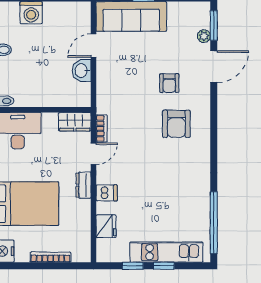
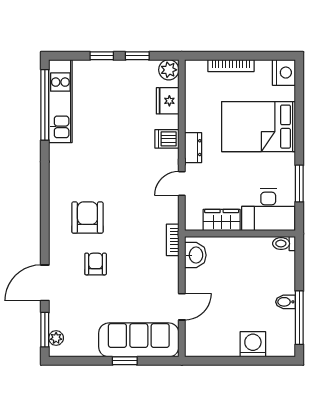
plant: (204, 36) -> (56, 338), moved
washbasin: (82, 71) -> (195, 255), moved
wardrobe: (75, 122) -> (222, 220), moved
bookcase: (102, 128) -> (173, 240), moved
kitchen unit: (166, 252) -> (60, 101), moved, turned -90
plant: (105, 253) -> (169, 70), added

